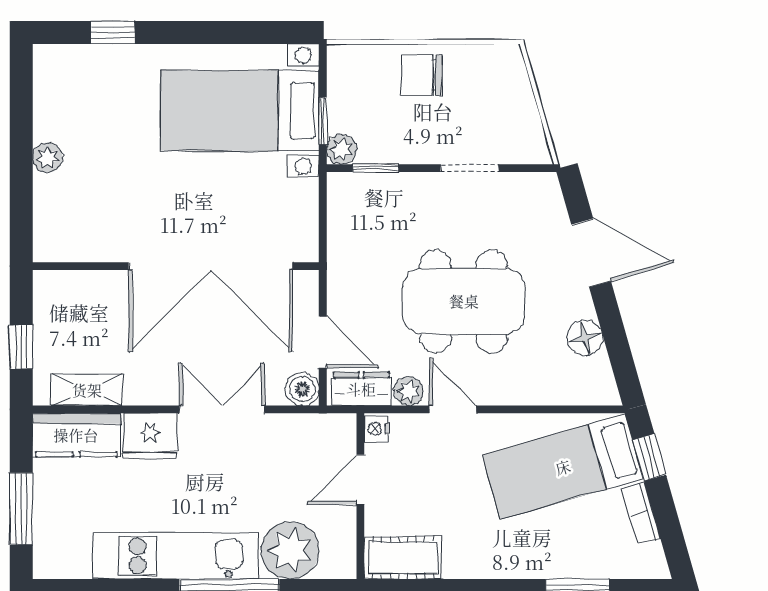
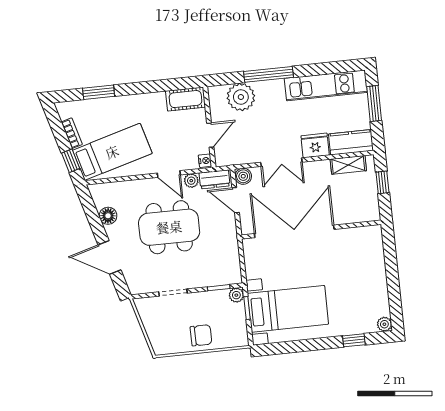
plant: (47, 158) -> (384, 324), moved
kitchen unit: (176, 556) -> (326, 85), moved

